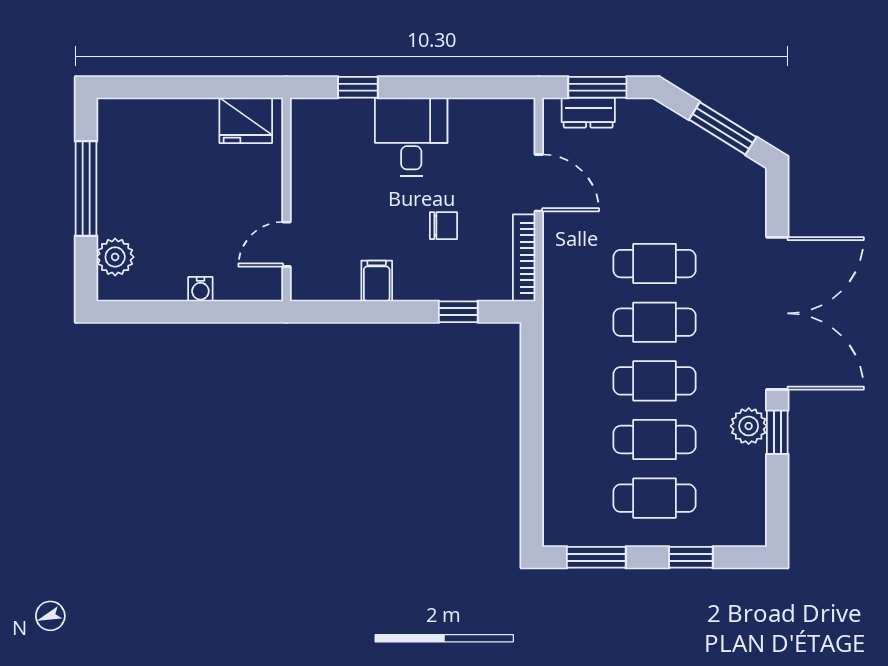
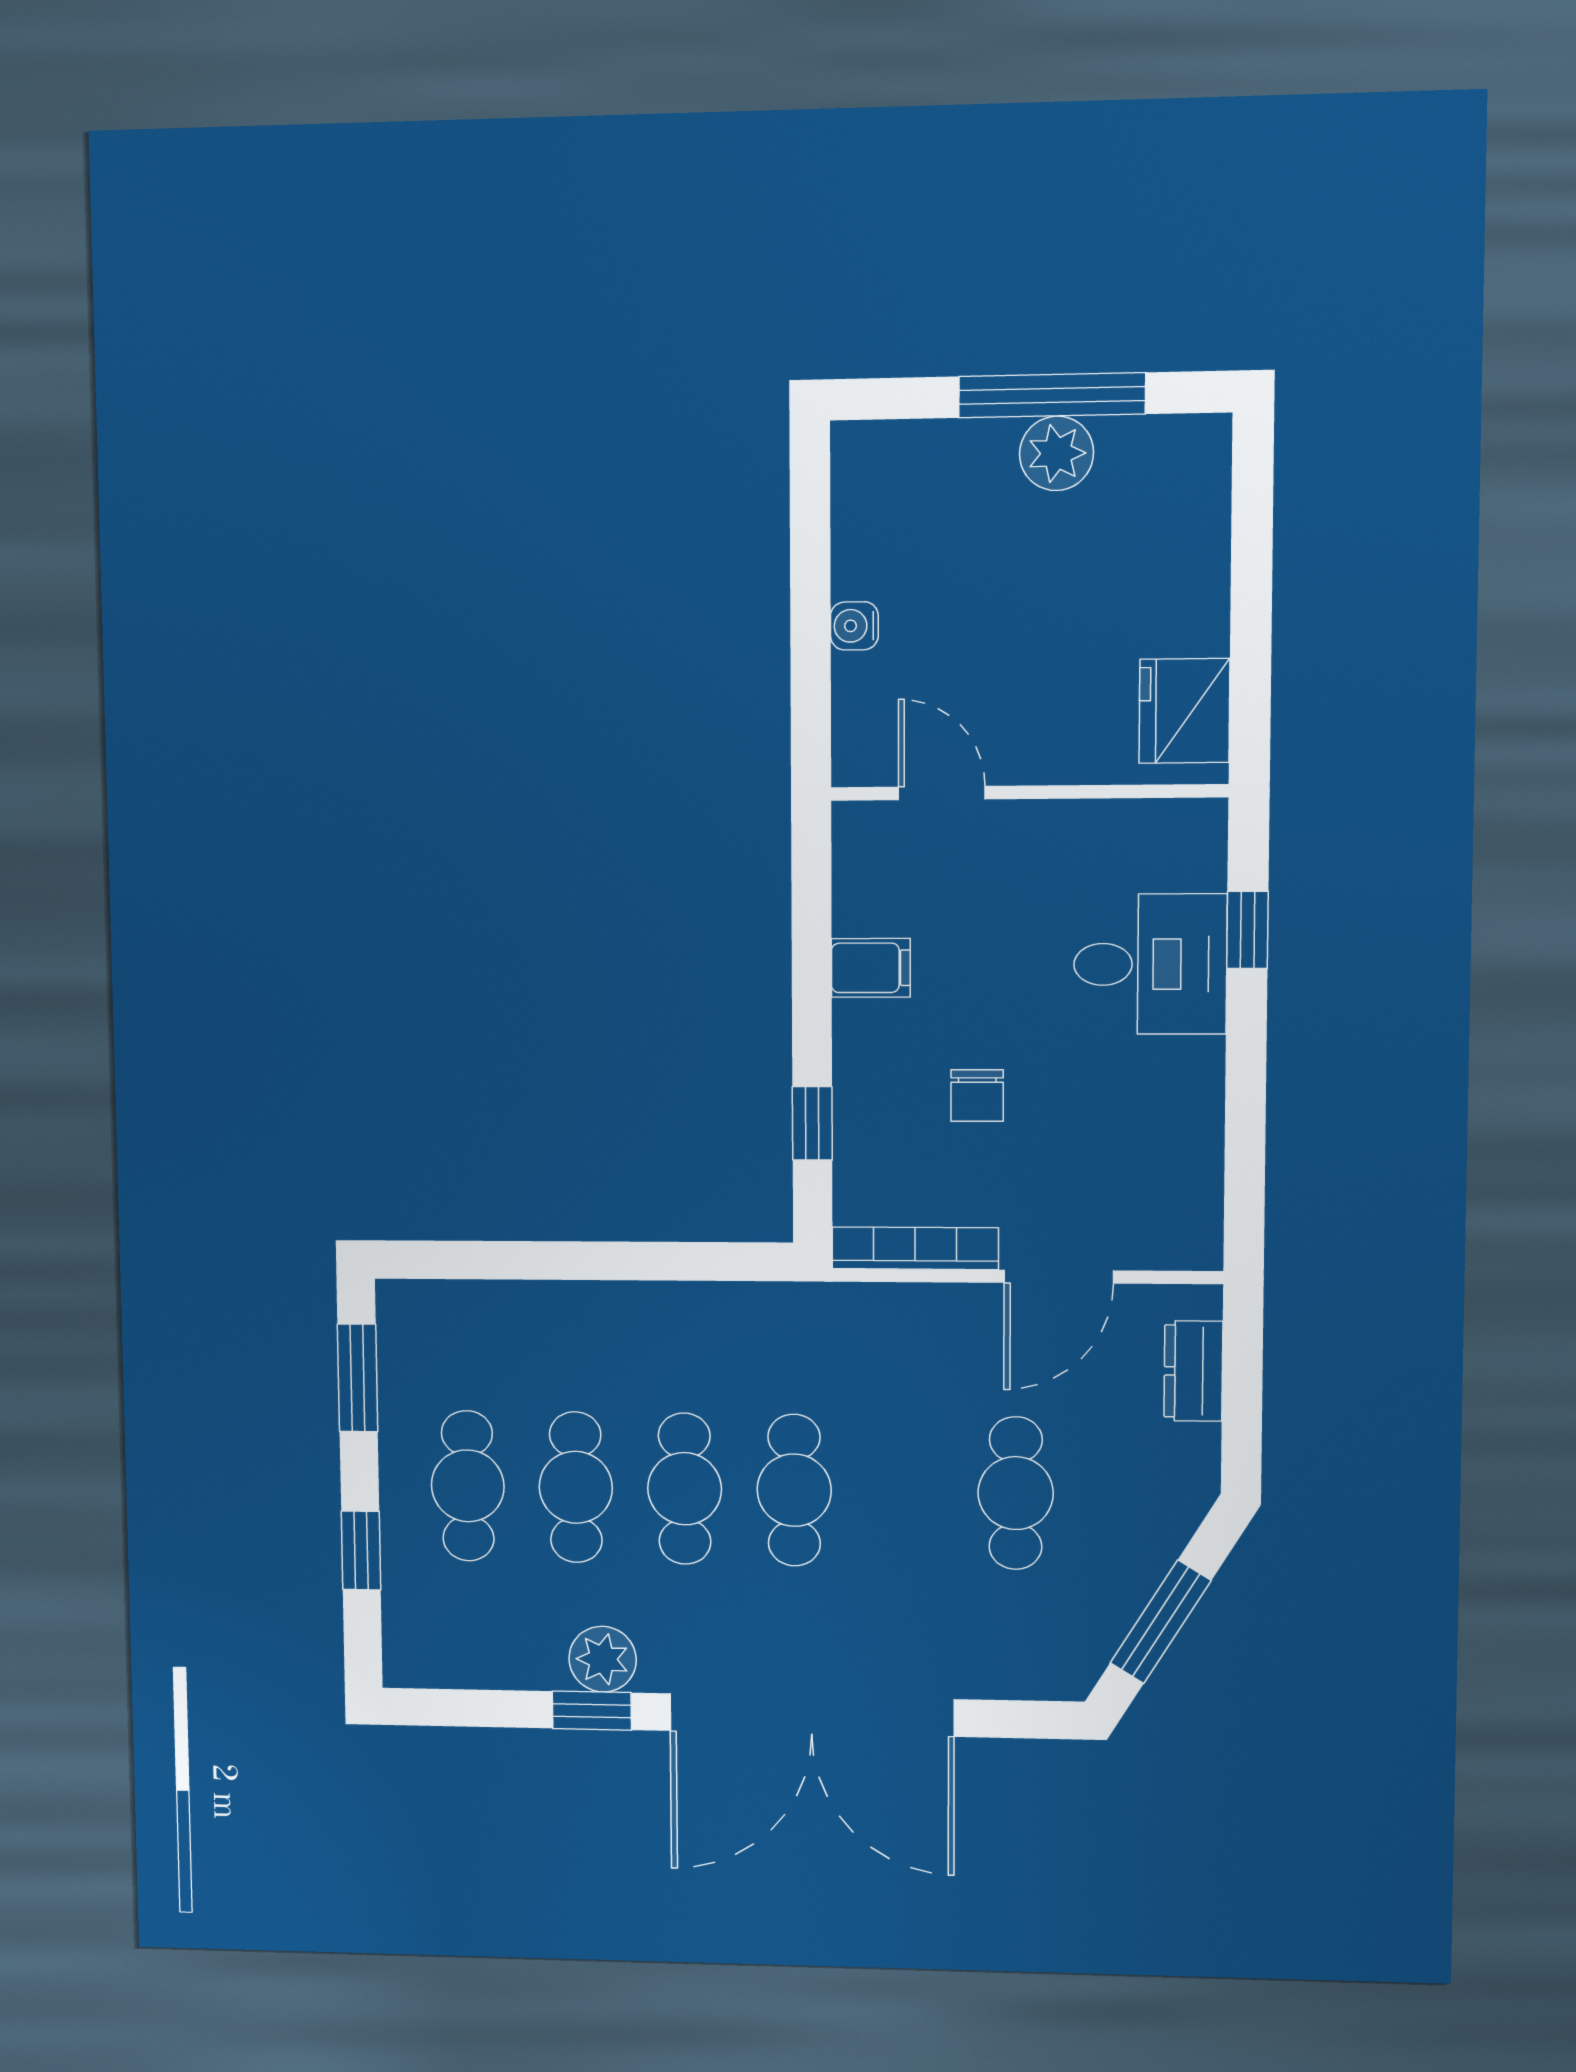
window: (597, 87) -> (1242, 1389), removed
desk: (411, 137) -> (1150, 964), moved
plant: (115, 257) -> (1057, 453), moved
cafe table: (655, 264) -> (1016, 1493), moved

